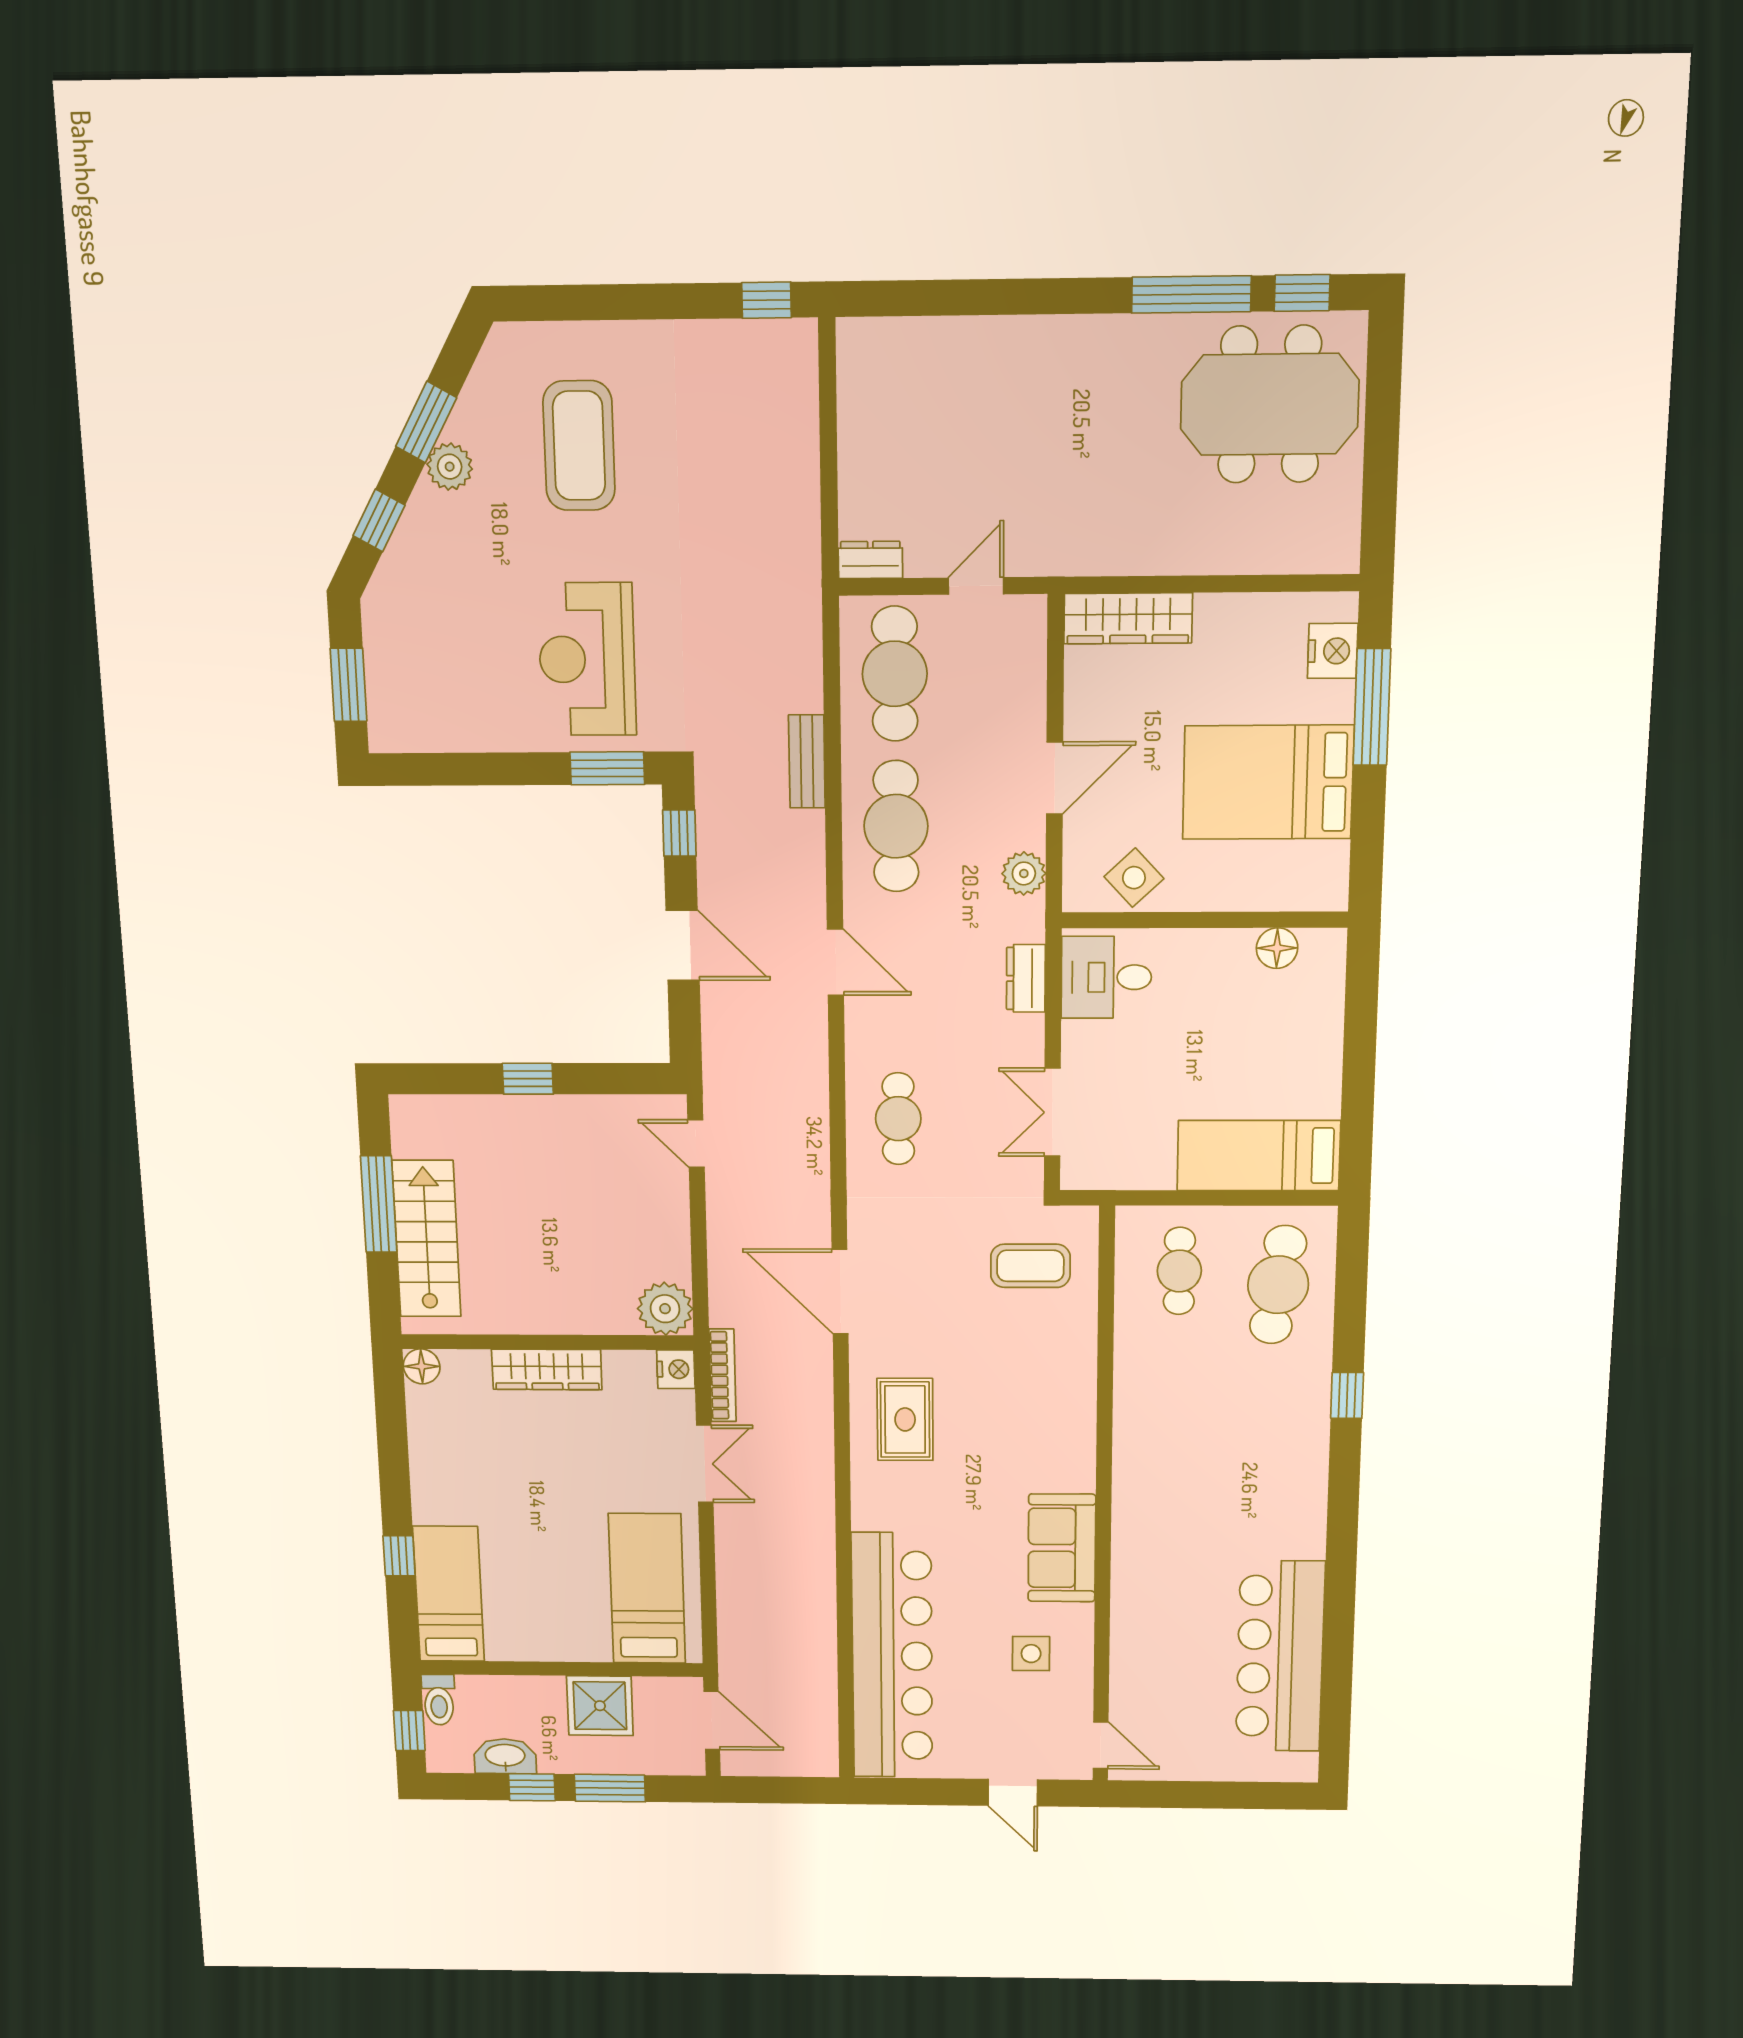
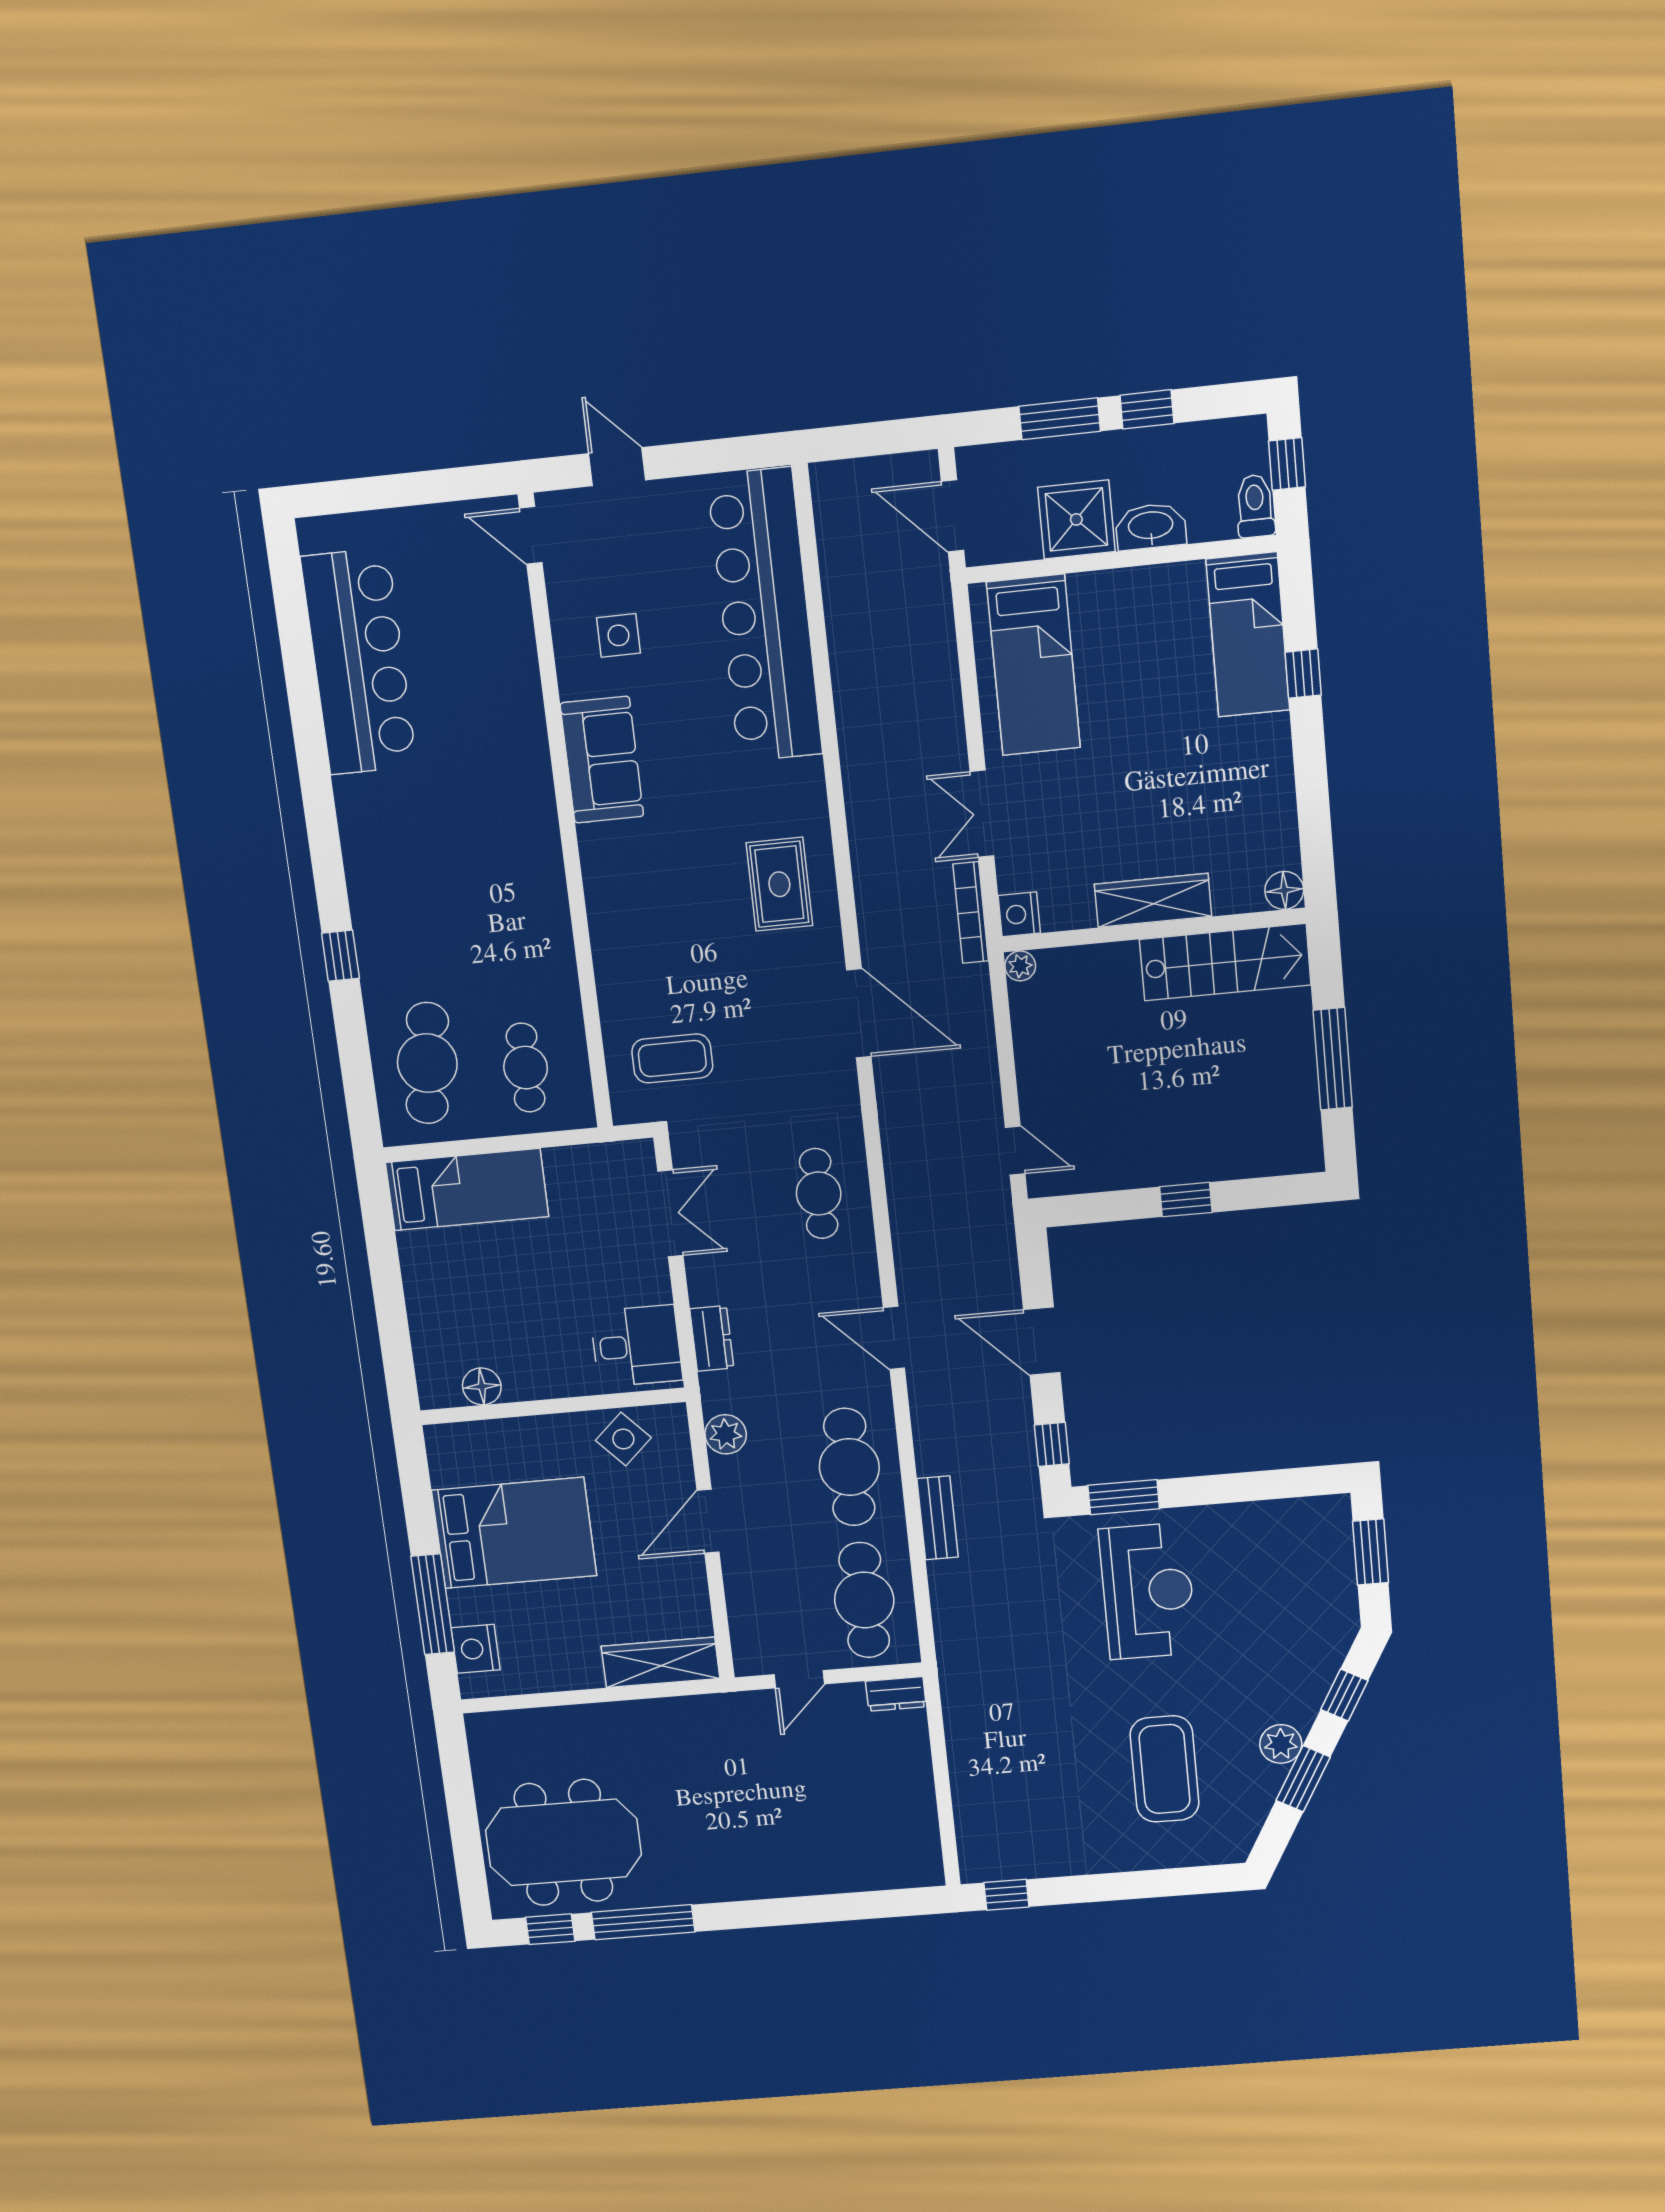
stairs: (427, 1239) -> (1225, 962), moved, turned -90
plant: (665, 1309) -> (1020, 966), width x0.53, depth x0.53
washbasin: (505, 1756) -> (1151, 526), moved, turned 180

